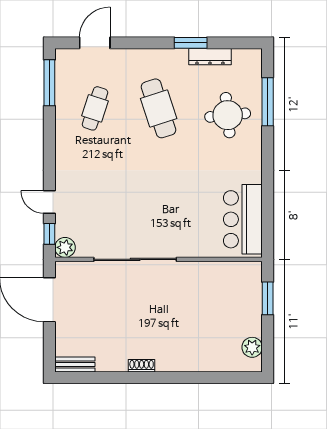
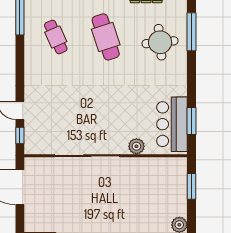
cafe table: (95, 108) -> (56, 37), turned -42
window: (268, 215) -> (192, 121), added
plant: (65, 247) -> (136, 146), moved

